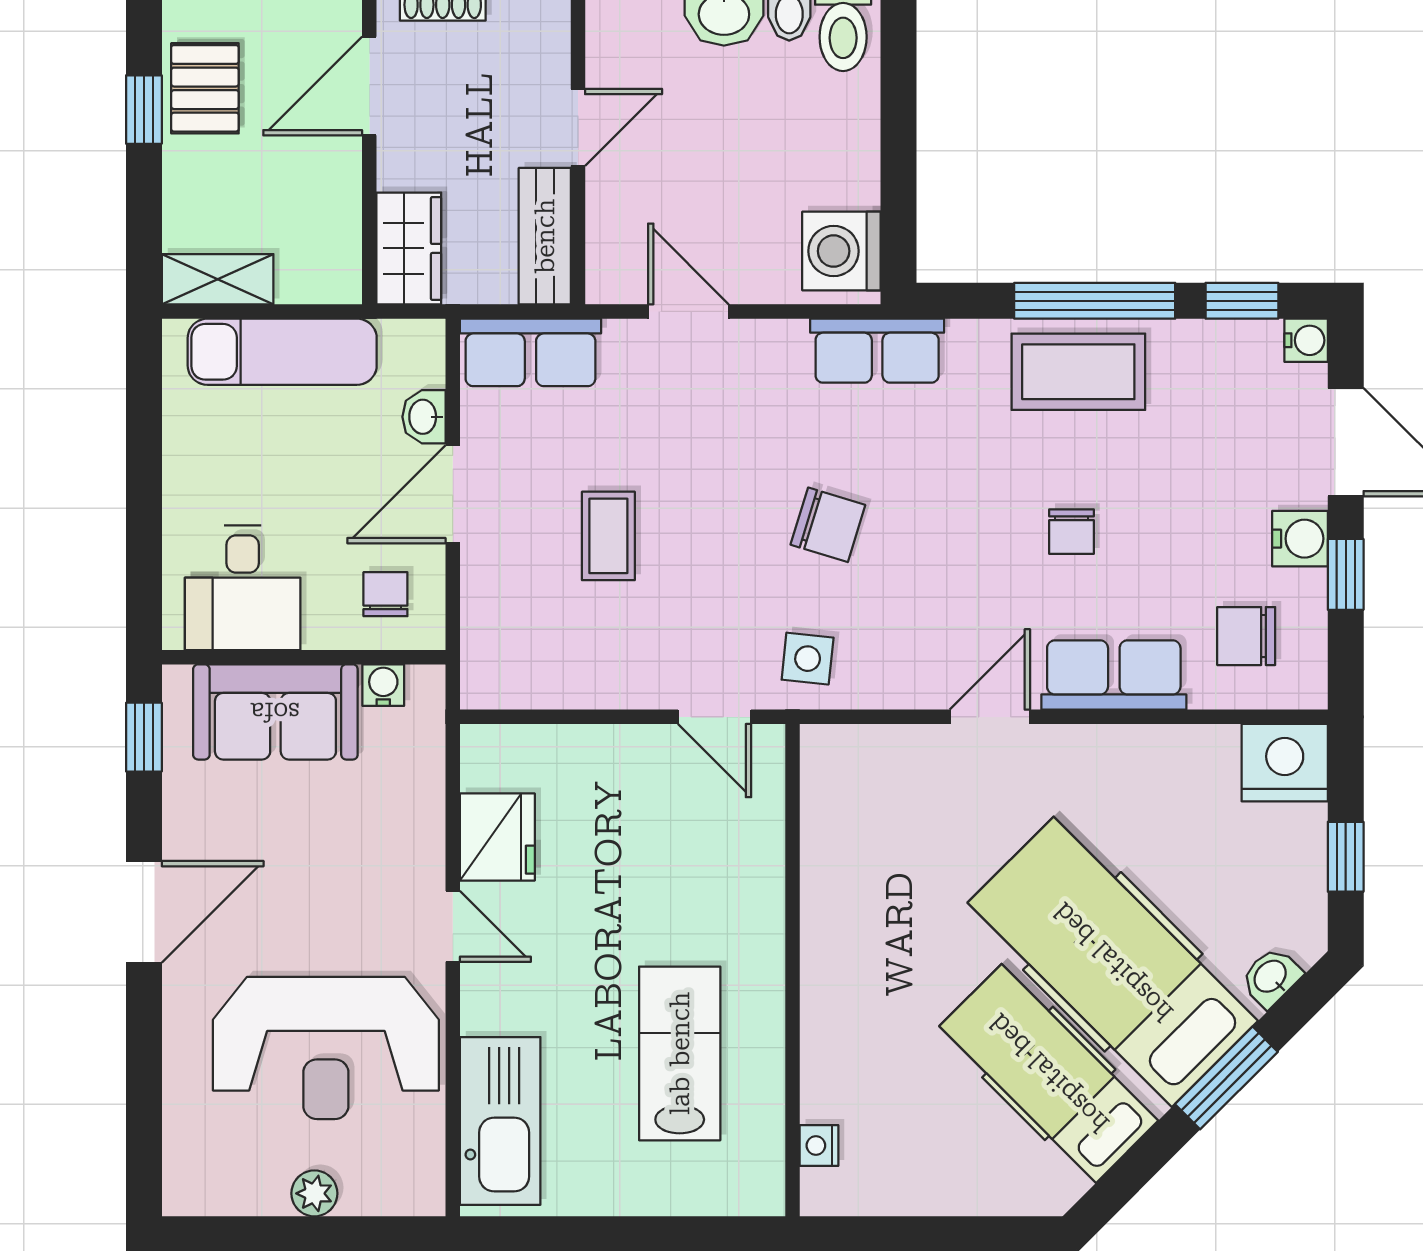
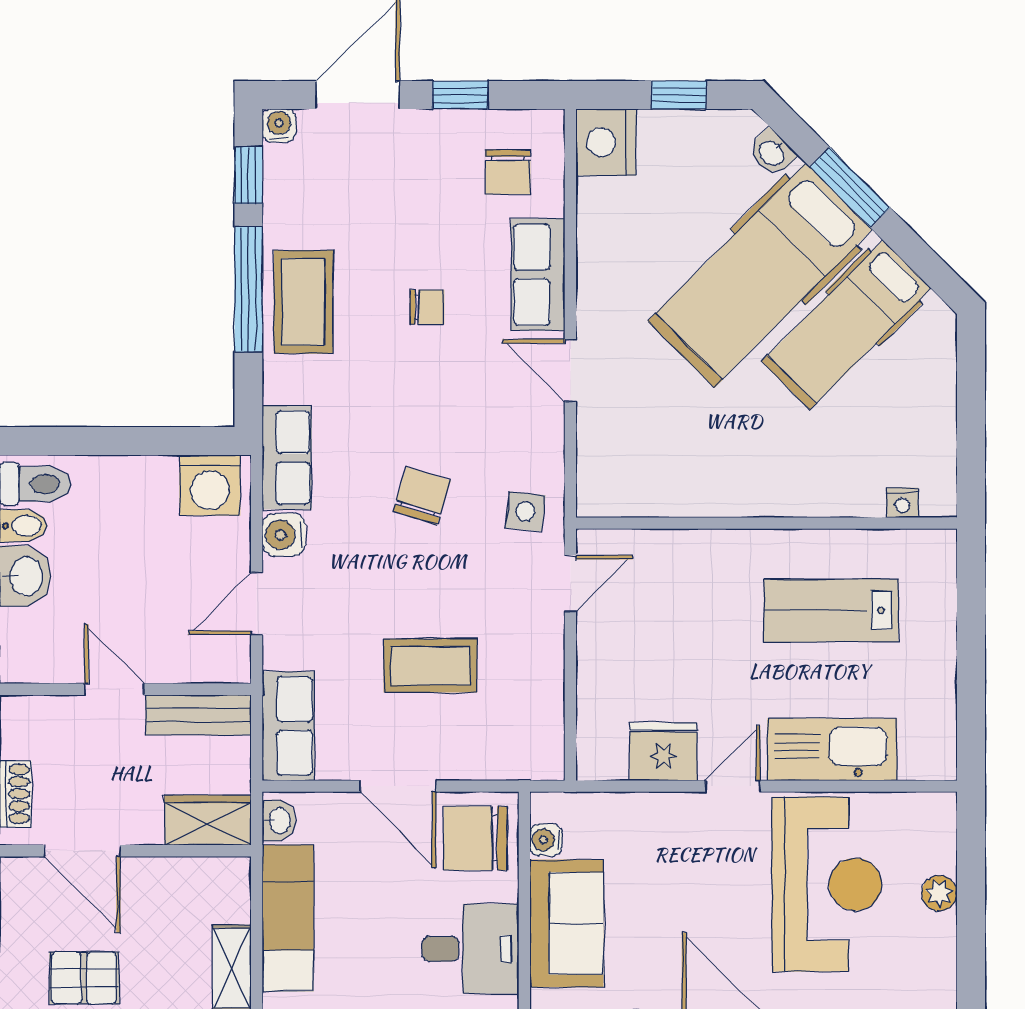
washbasin: (424, 417) -> (279, 821), moved, turned -90
coffee table: (608, 536) -> (430, 666), width x1.36, depth x1.30
water cooler: (1300, 539) -> (284, 535), moved, turned -90
chair: (385, 594) -> (475, 838), width x1.87, depth x1.87
kitchen sink: (500, 1121) -> (832, 749), moved

